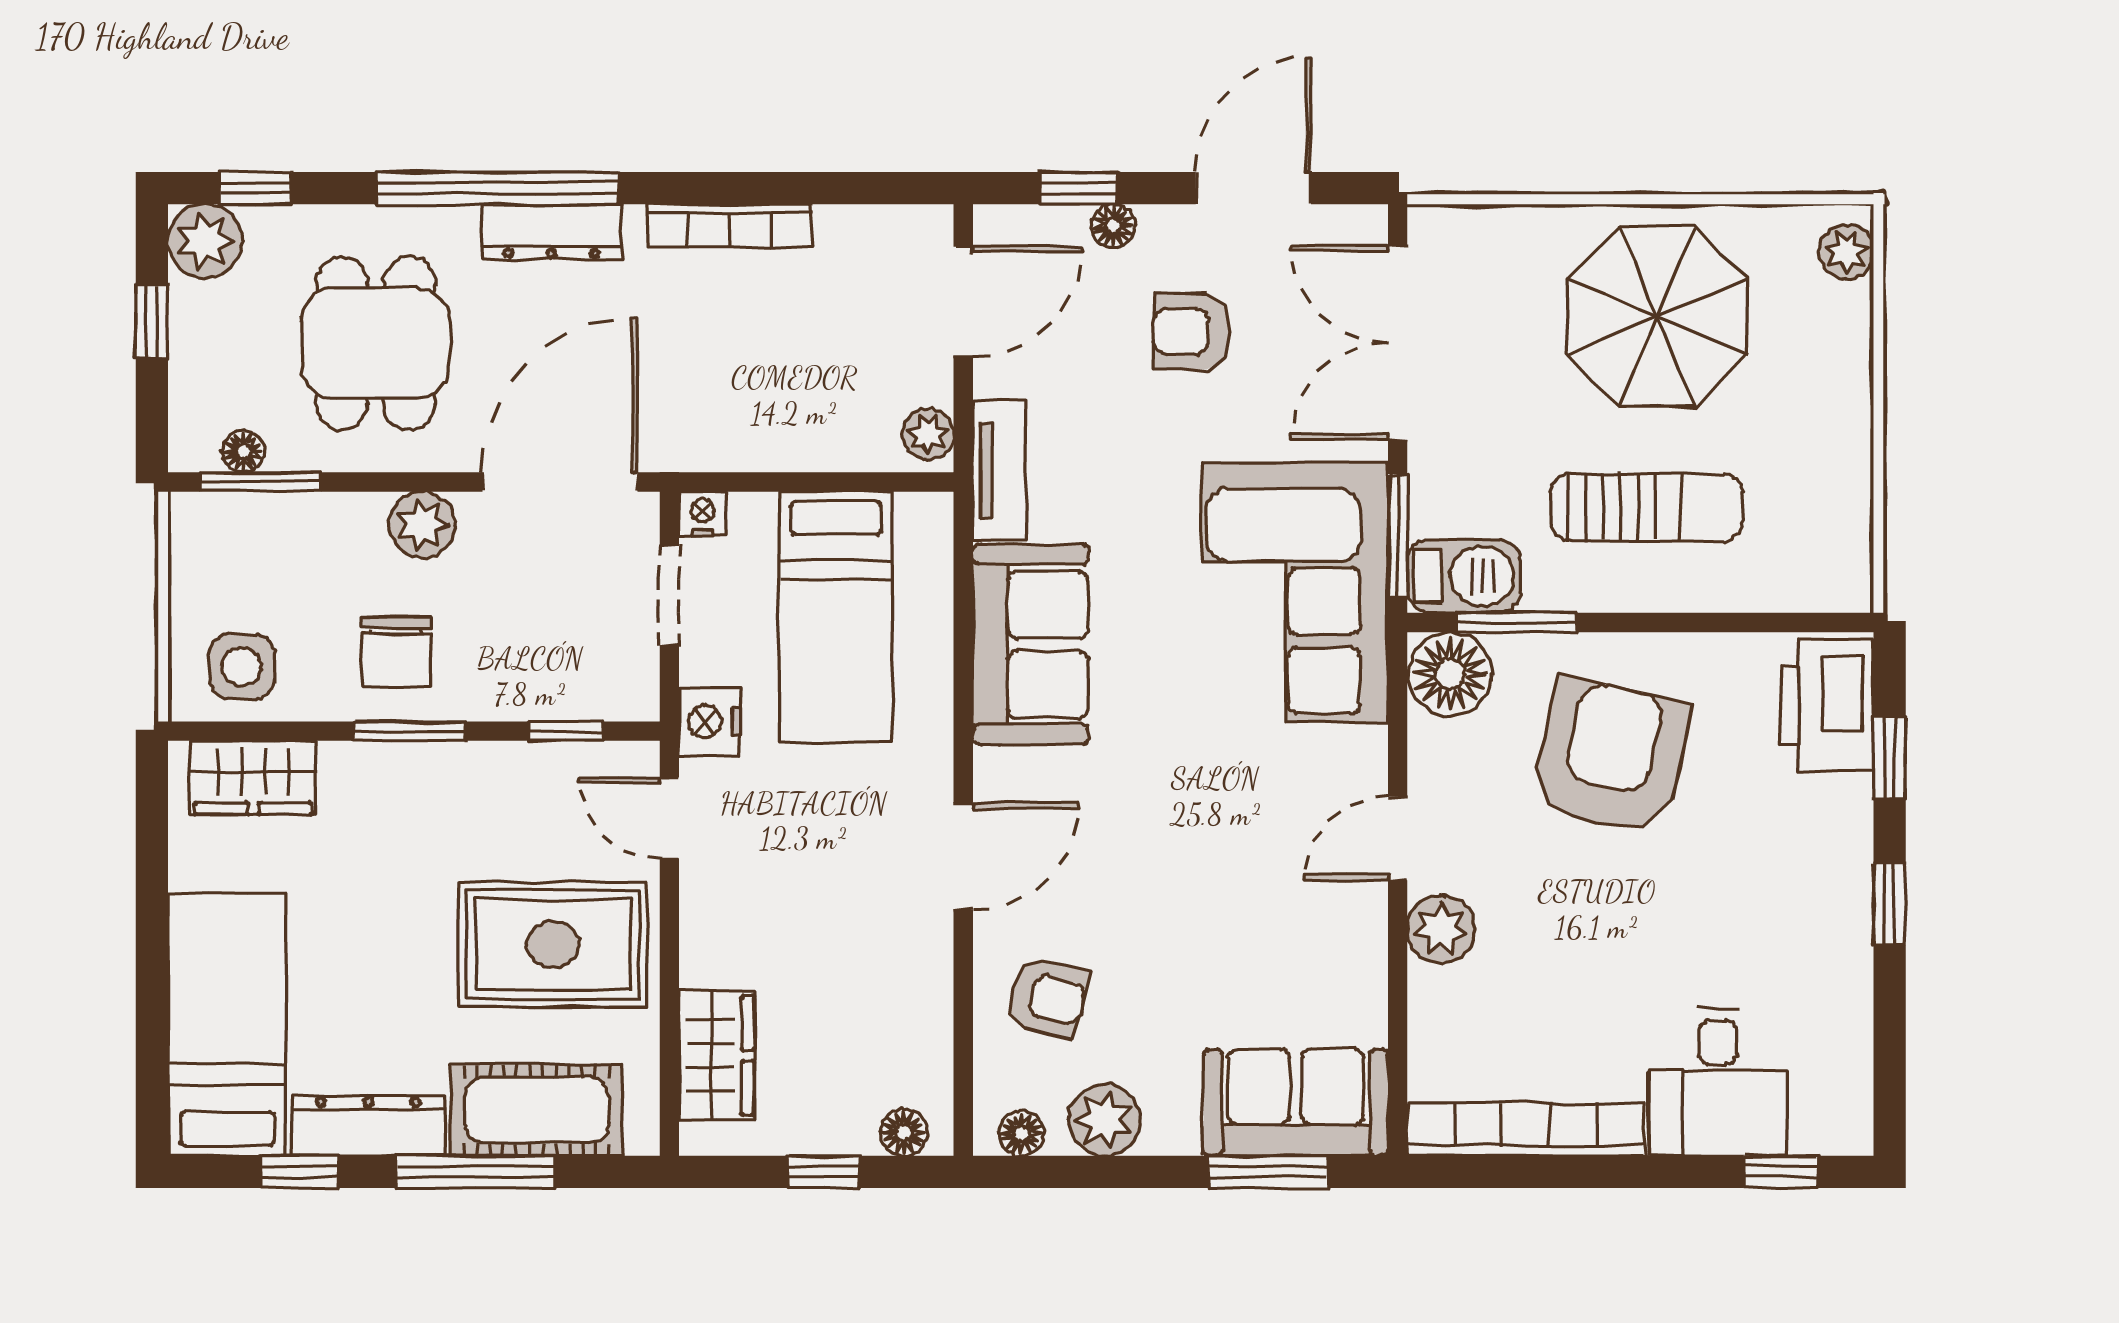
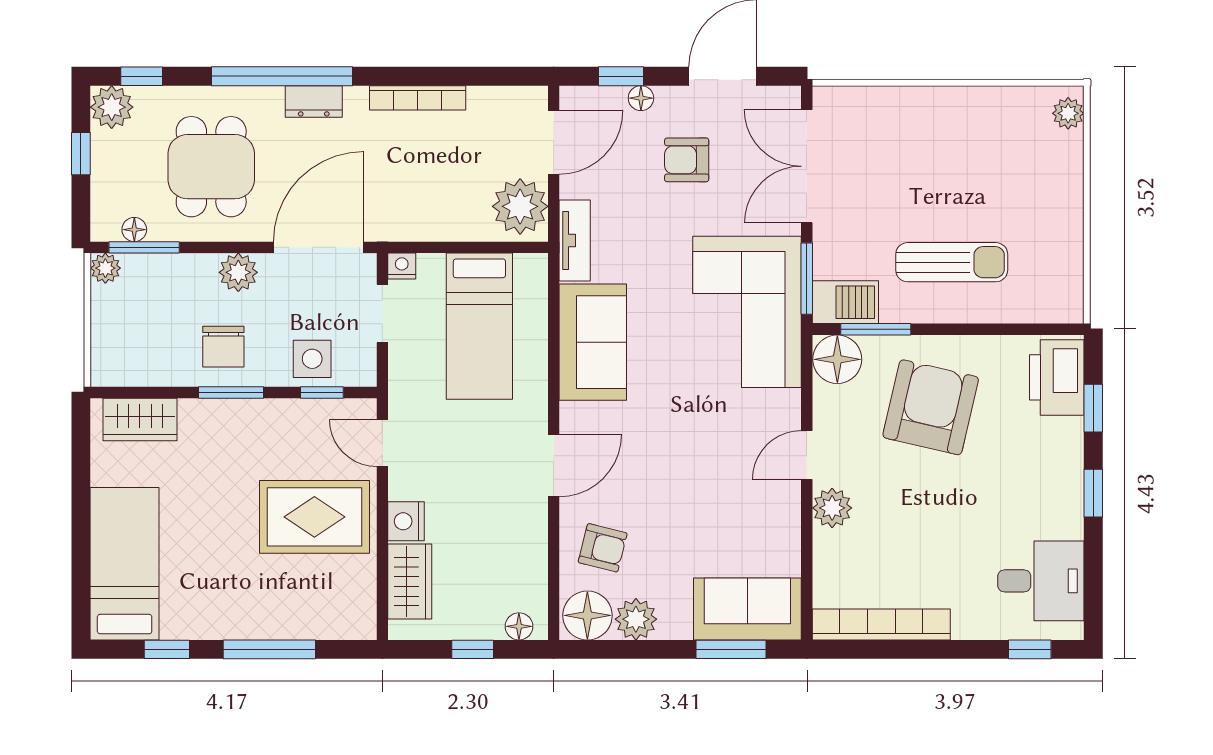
dresser: (552, 231) -> (314, 101), width x0.70
parasol: (1657, 316) -> (958, 151), removed
plant: (928, 434) -> (520, 206), width x1.88, depth x1.88
plant: (194, 518) -> (105, 268), added
side table: (242, 667) -> (312, 359), moved
nightstand: (710, 722) -> (406, 521), moved
desk: (1718, 1082) -> (1041, 581), moved, turned -90
cot: (537, 1110) -> (305, 613), removed
dresser: (368, 1126) -> (207, 622), removed
floor lamp: (1021, 1134) -> (587, 615), width x1.89, depth x1.89

